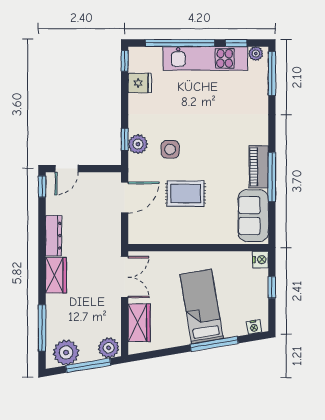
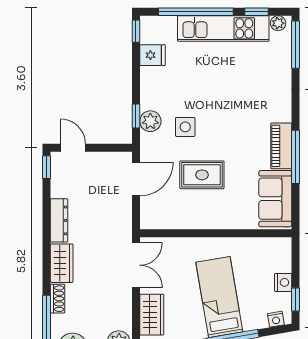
door: (67, 169) -> (73, 148), swing flipped
nightstand: (261, 260) -> (283, 282), moved
window: (272, 287) -> (295, 300), moved
shoe rack: (52, 308) -> (58, 299), added

